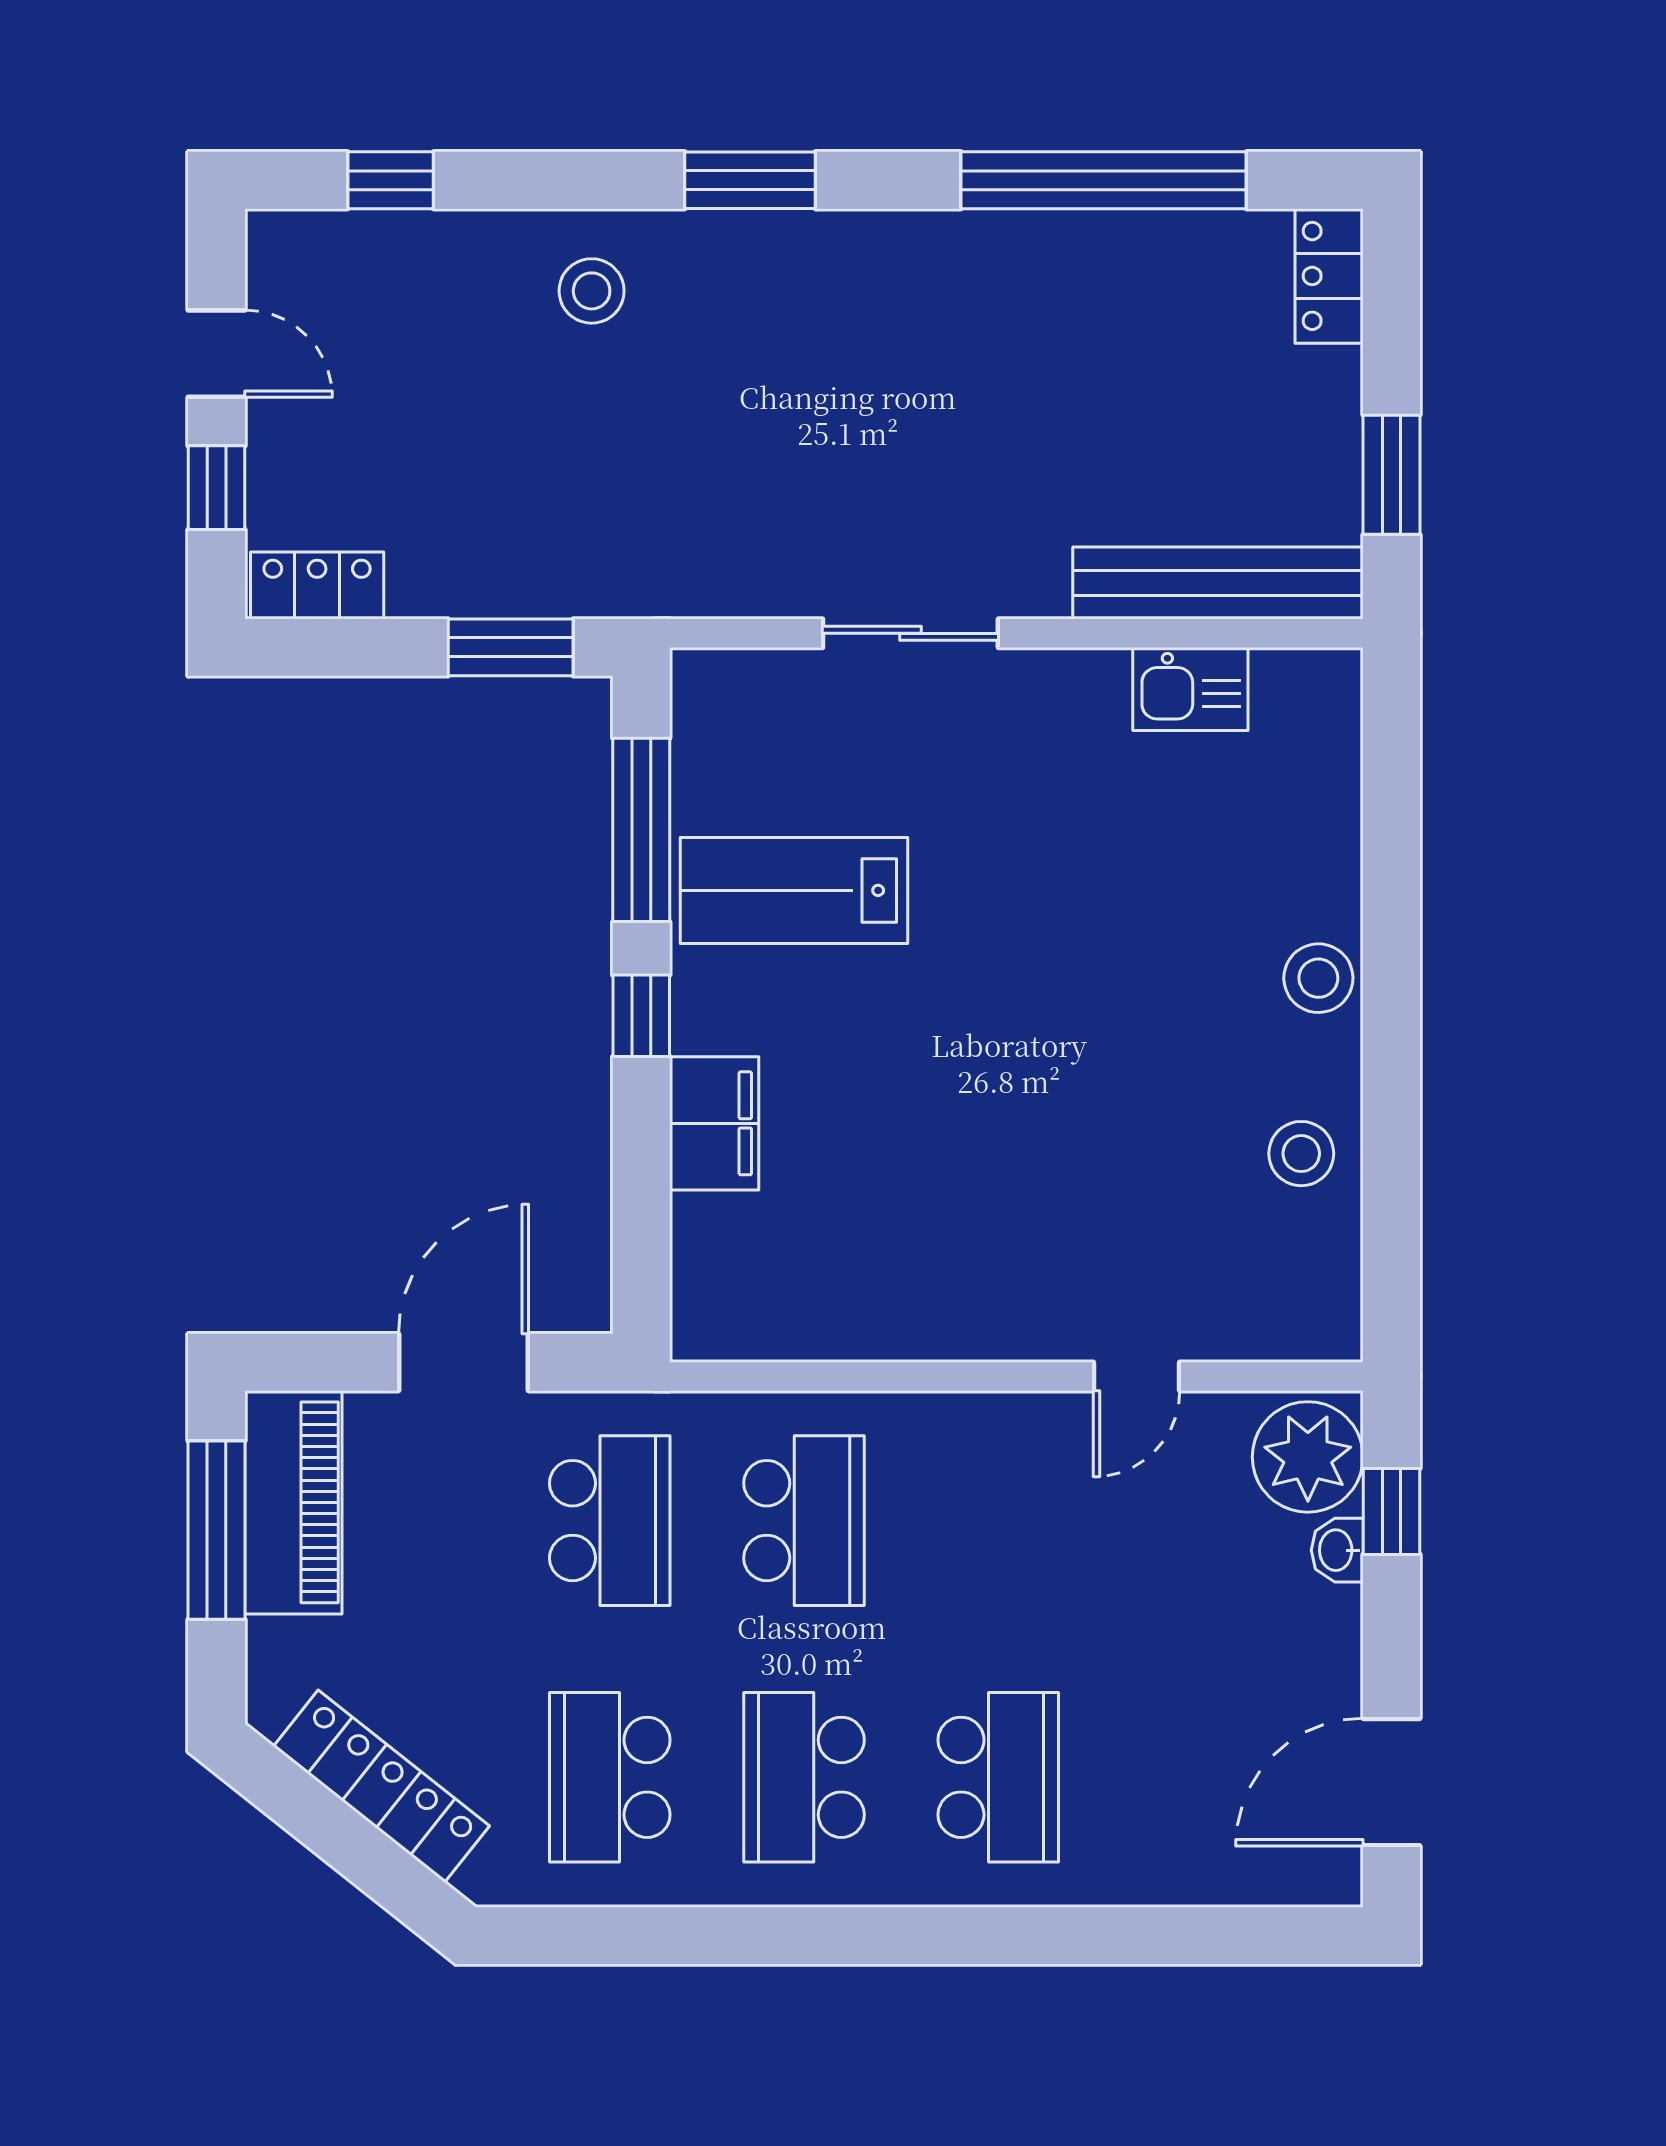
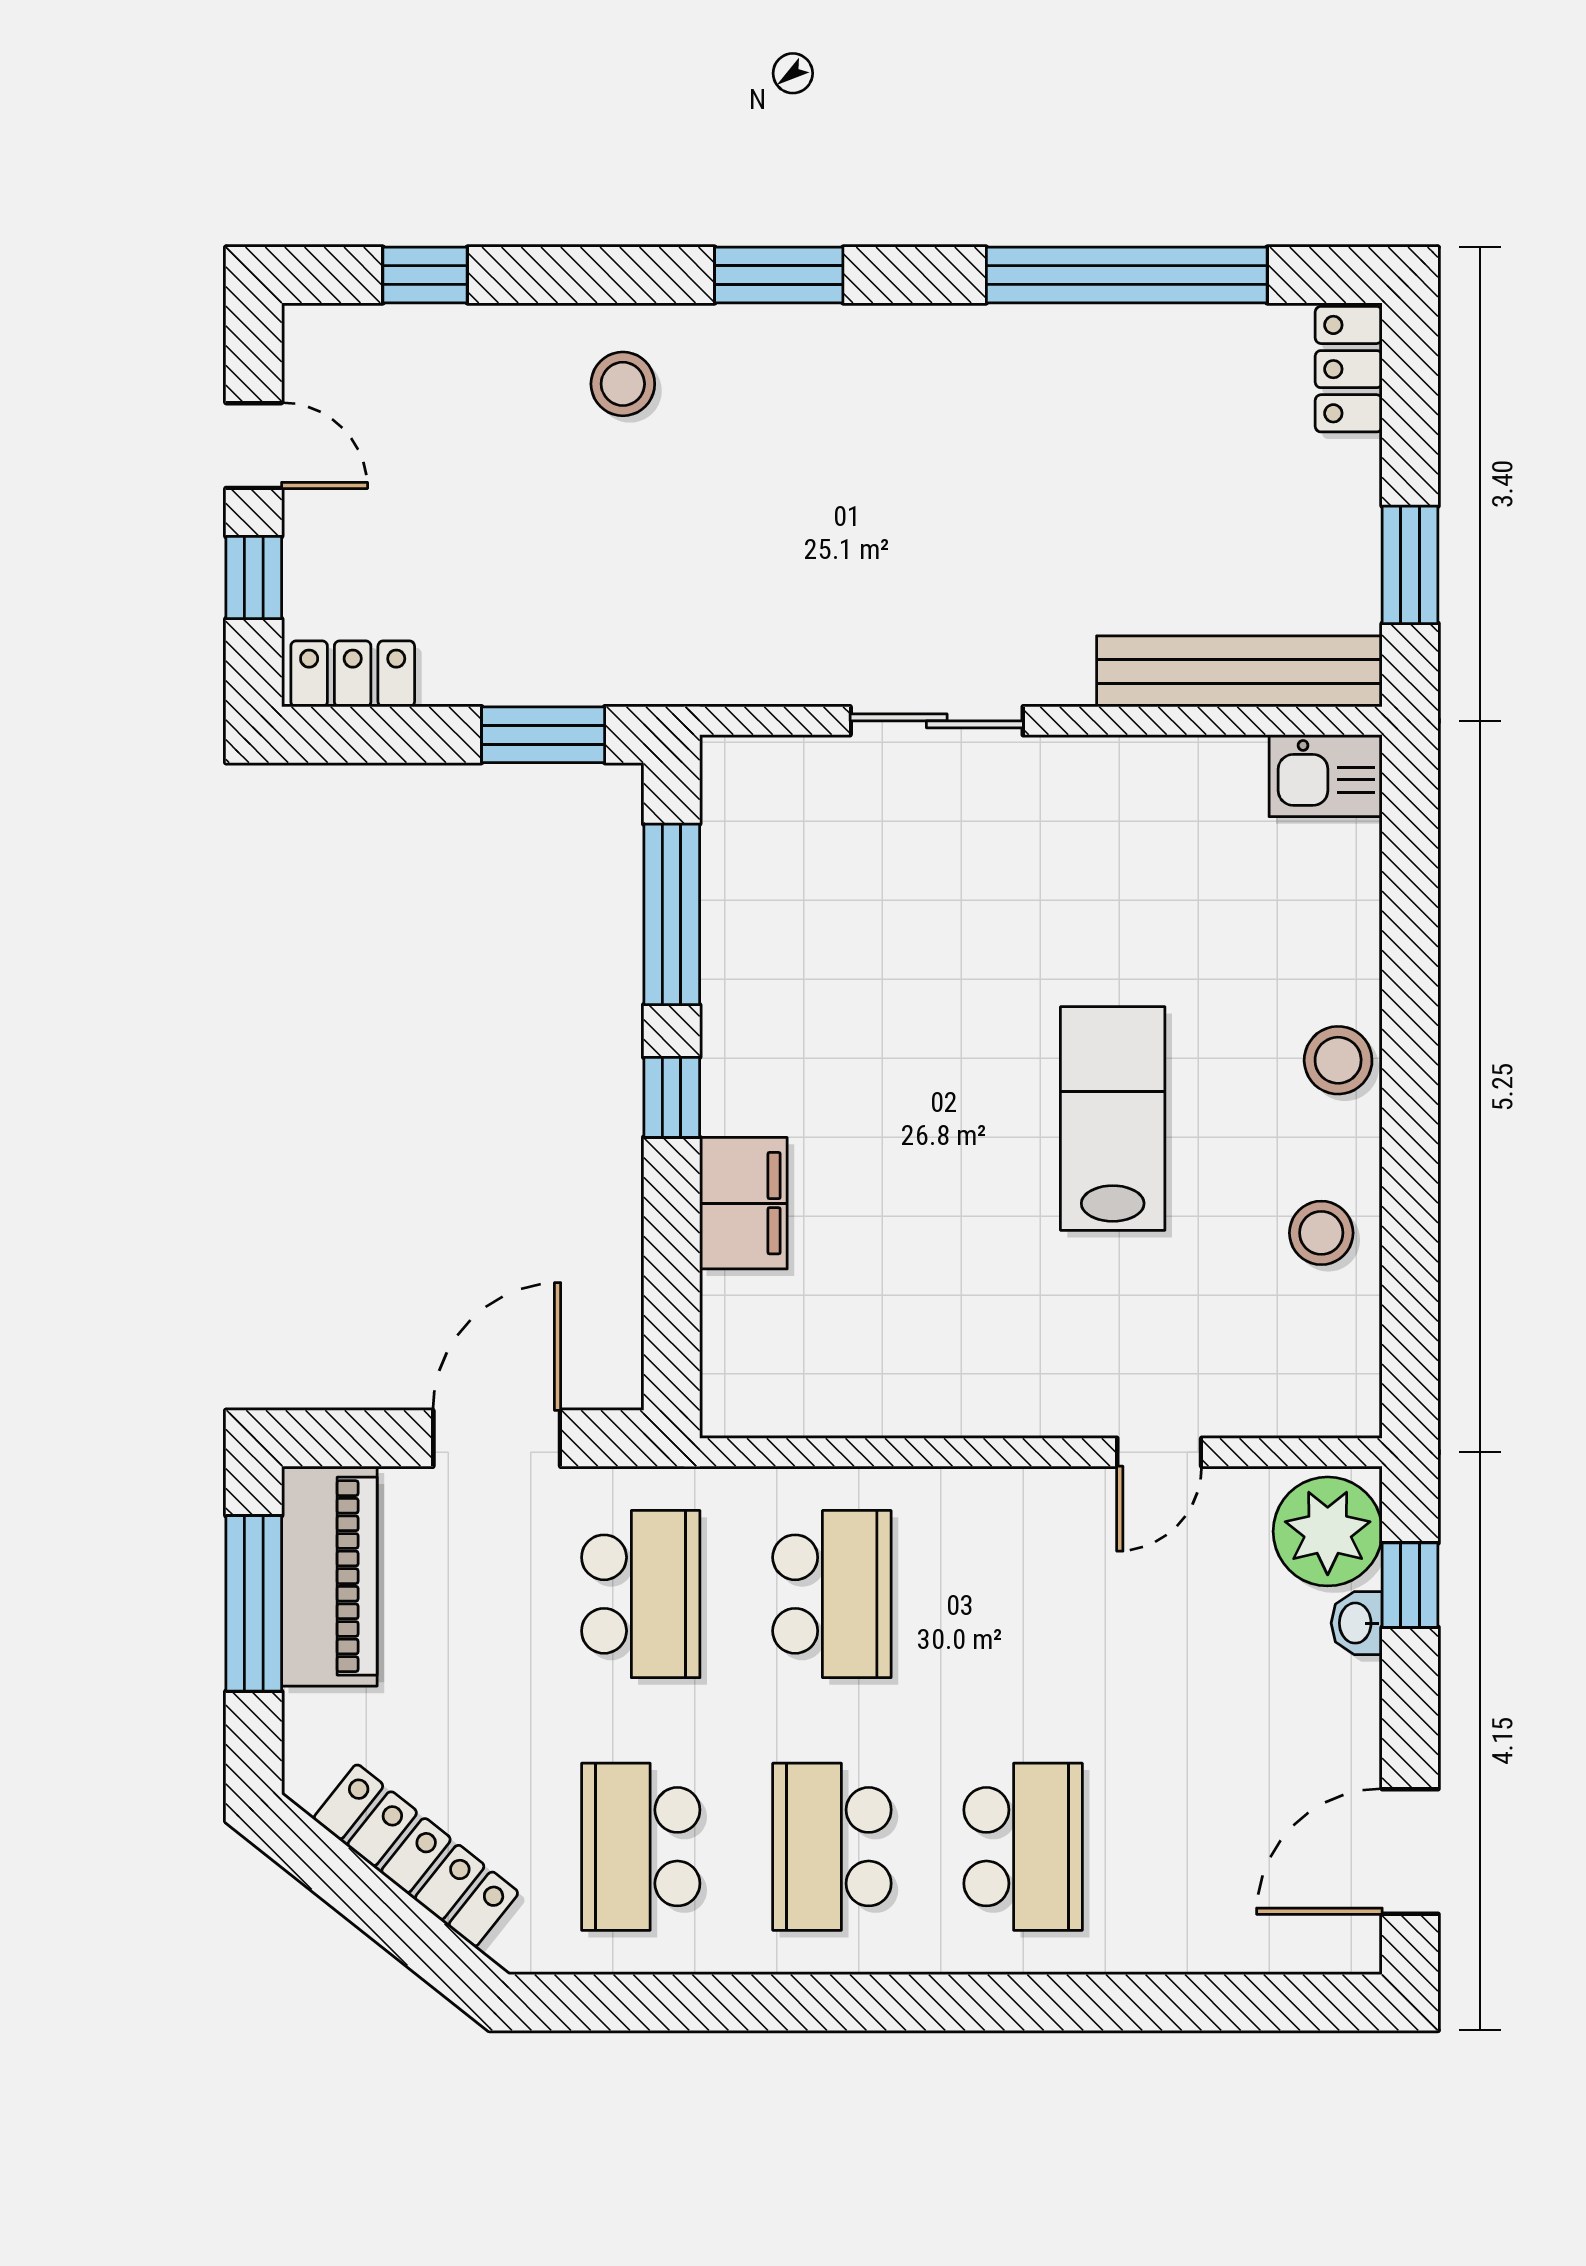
kitchen sink: (1190, 689) -> (1326, 776), moved
lab bench: (794, 890) -> (1113, 1119), moved, turned 90

